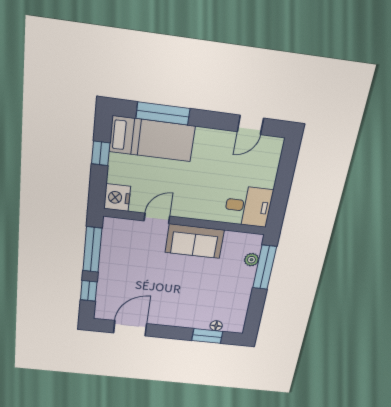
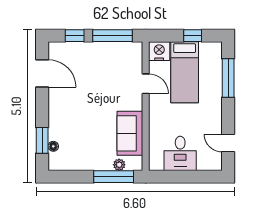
bed: (152, 139) -> (185, 72), moved
desk: (248, 206) -> (180, 153), moved
sofa: (195, 241) -> (130, 133), moved

